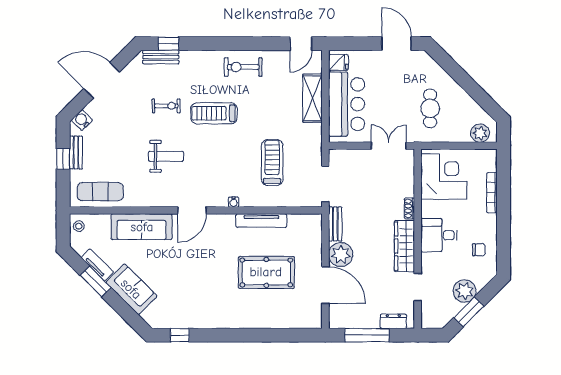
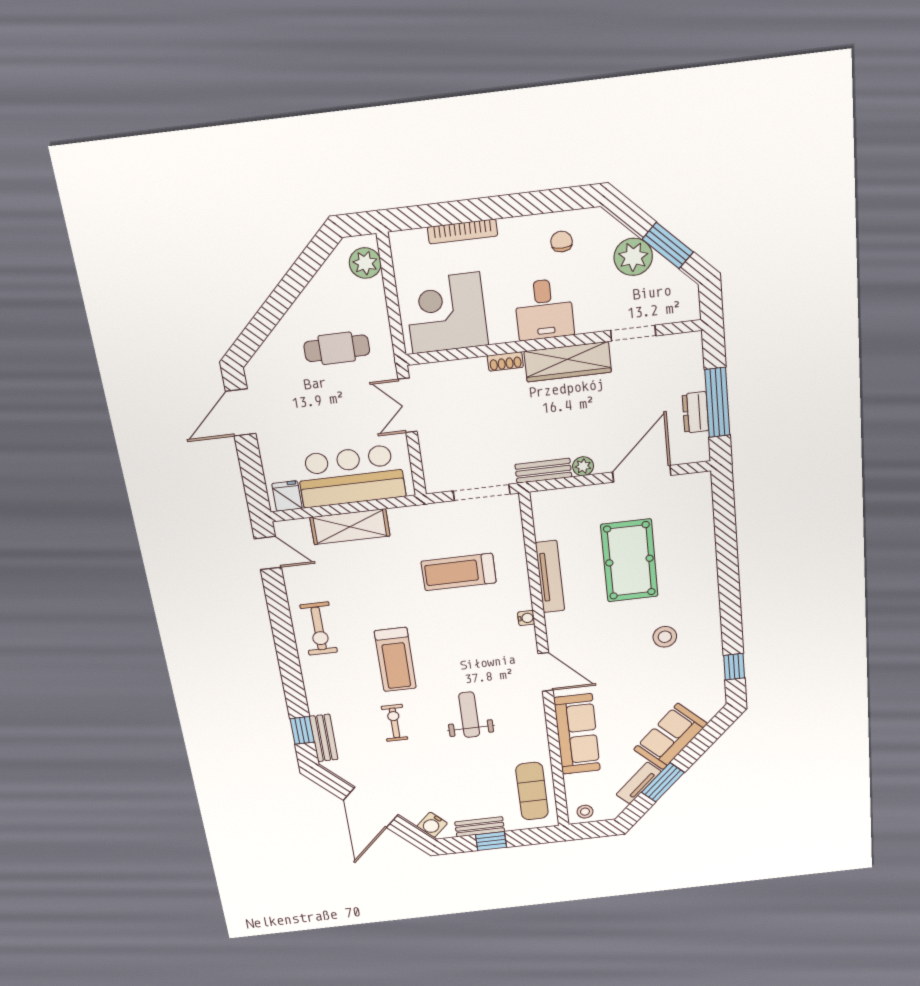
plant: (341, 255) -> (583, 466), width x0.53, depth x0.53
stool: (208, 291) -> (665, 637), added
dresser: (393, 321) -> (695, 412), moved

